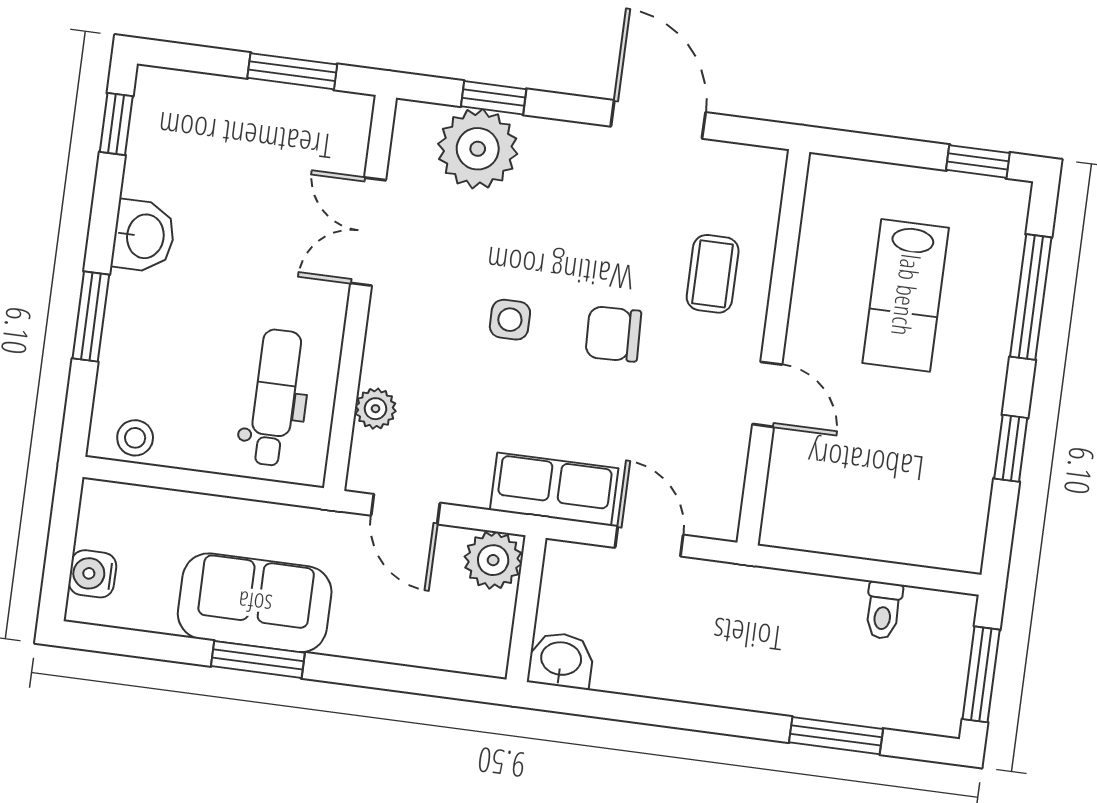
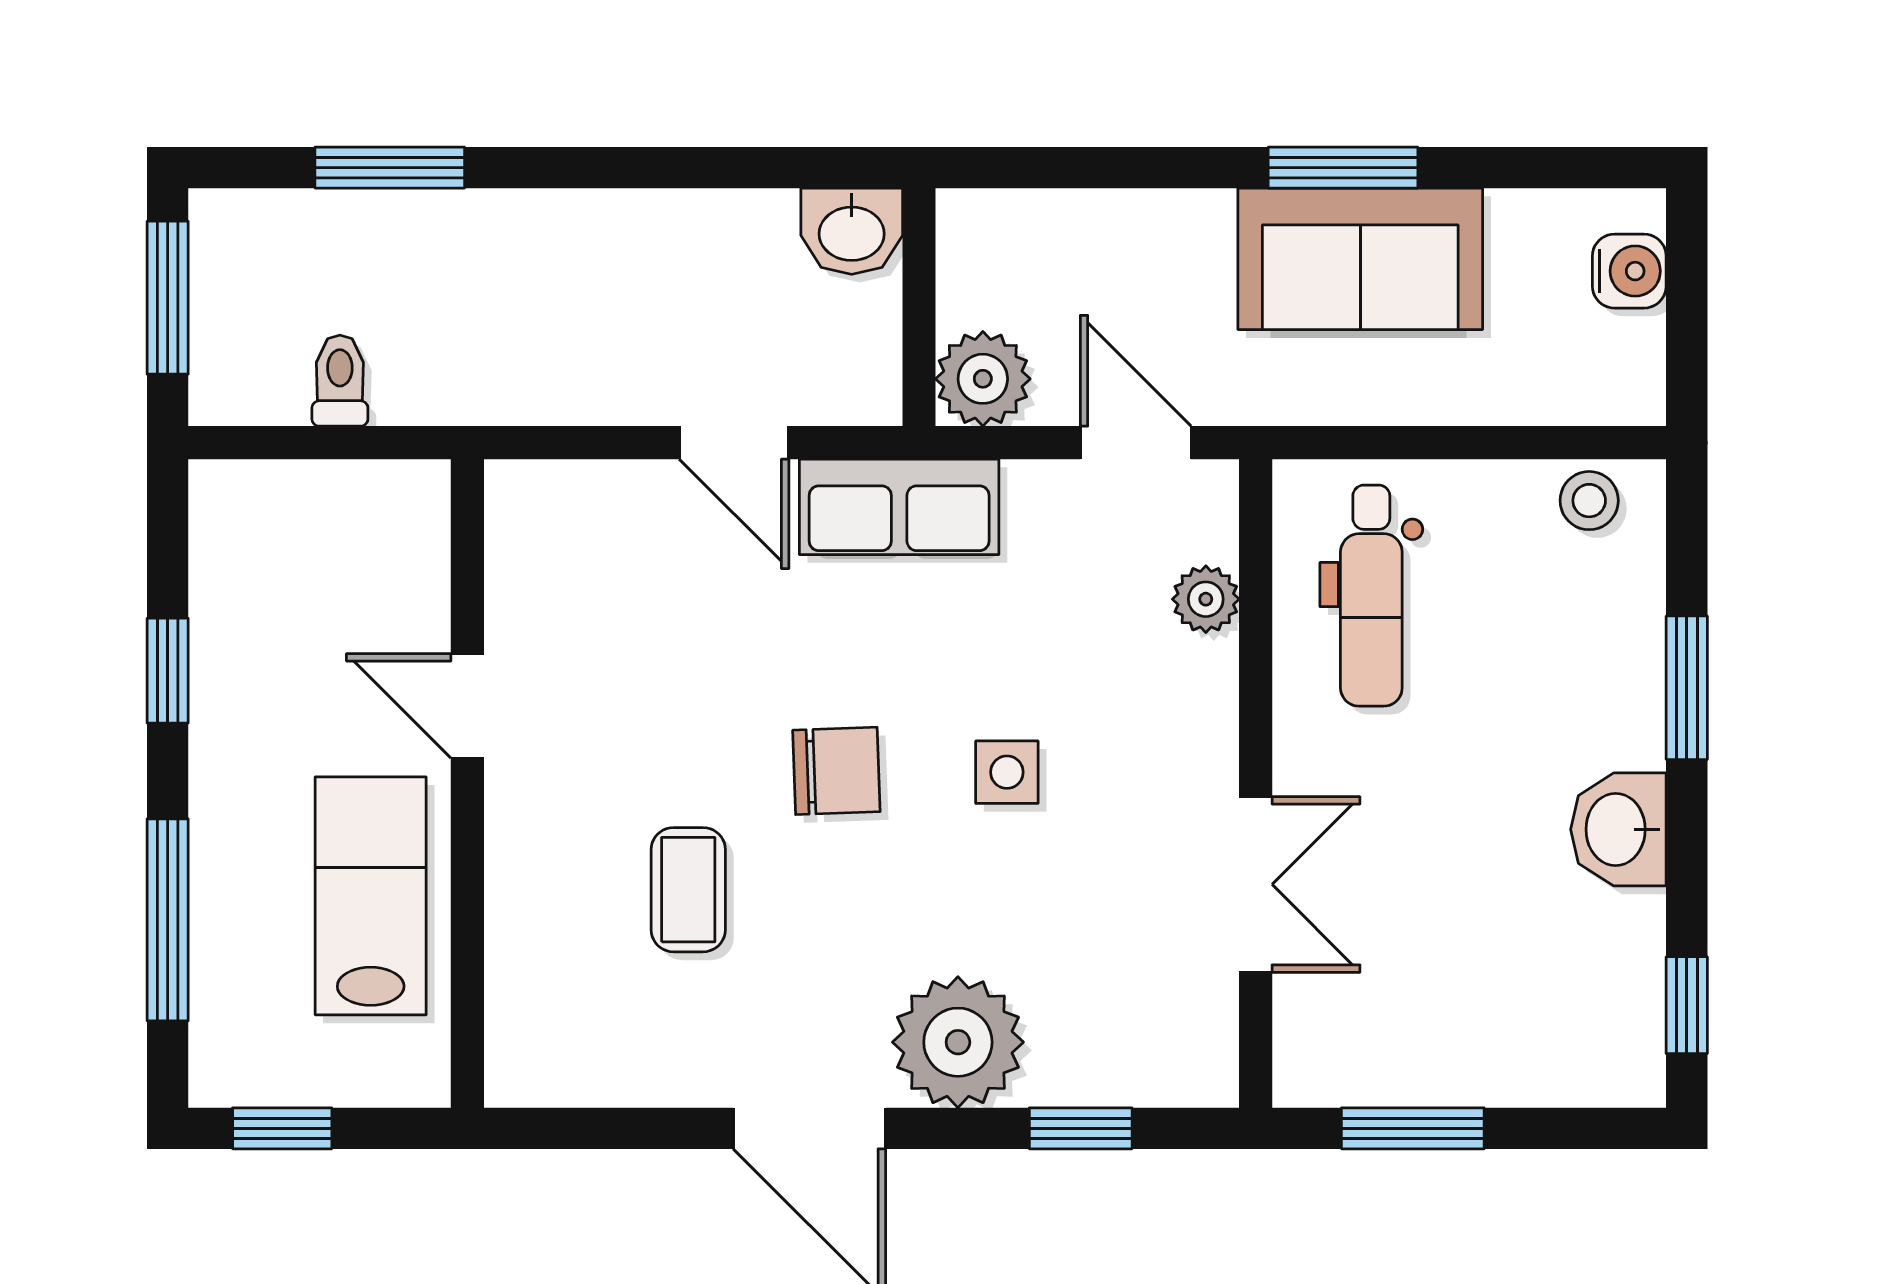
plant: (478, 149) -> (958, 1042), moved
wall: (773, 347) -> (467, 783), moved
door: (767, 394) -> (467, 706), moved

